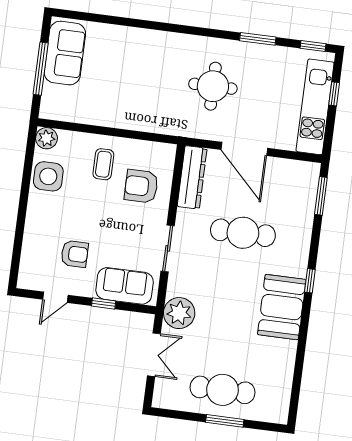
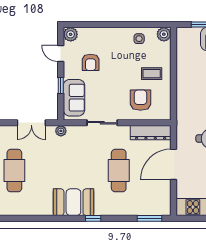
side table: (48, 176) -> (139, 39), width x0.54, depth x0.54
plant: (28, 279) -> (71, 34), added
plant: (179, 313) -> (61, 131), width x0.53, depth x0.53

